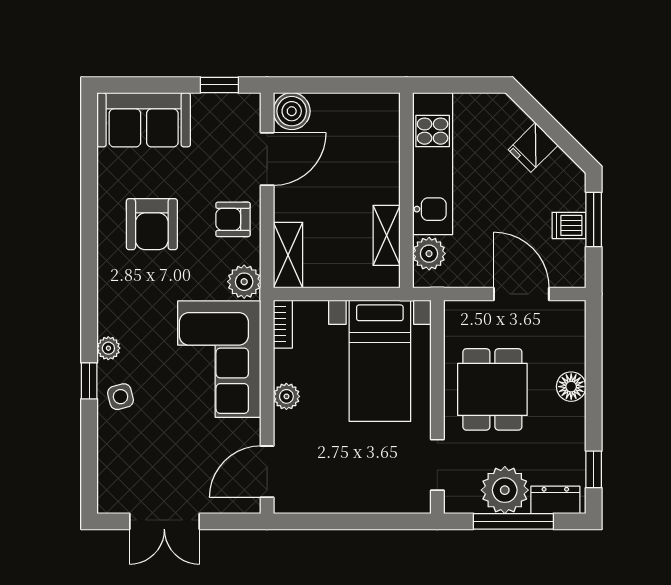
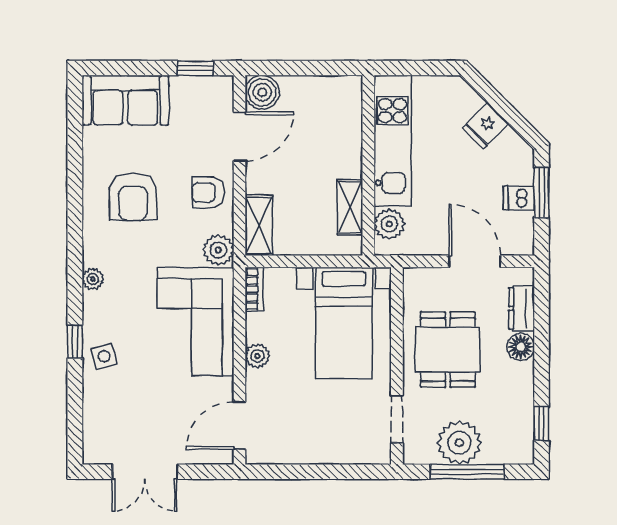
plant: (108, 348) -> (93, 279), moved
dresser: (555, 500) -> (522, 308), moved, turned -90

